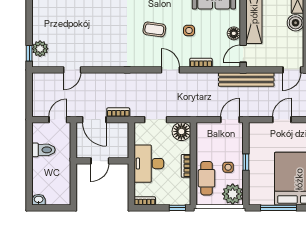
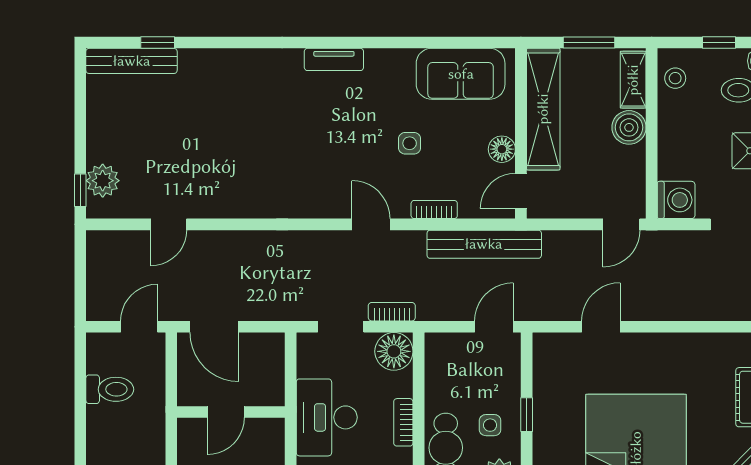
coffee table: (154, 29) -> (338, 141), removed
bench: (246, 80) -> (484, 244), moved
bookcase: (118, 112) -> (392, 312), moved

